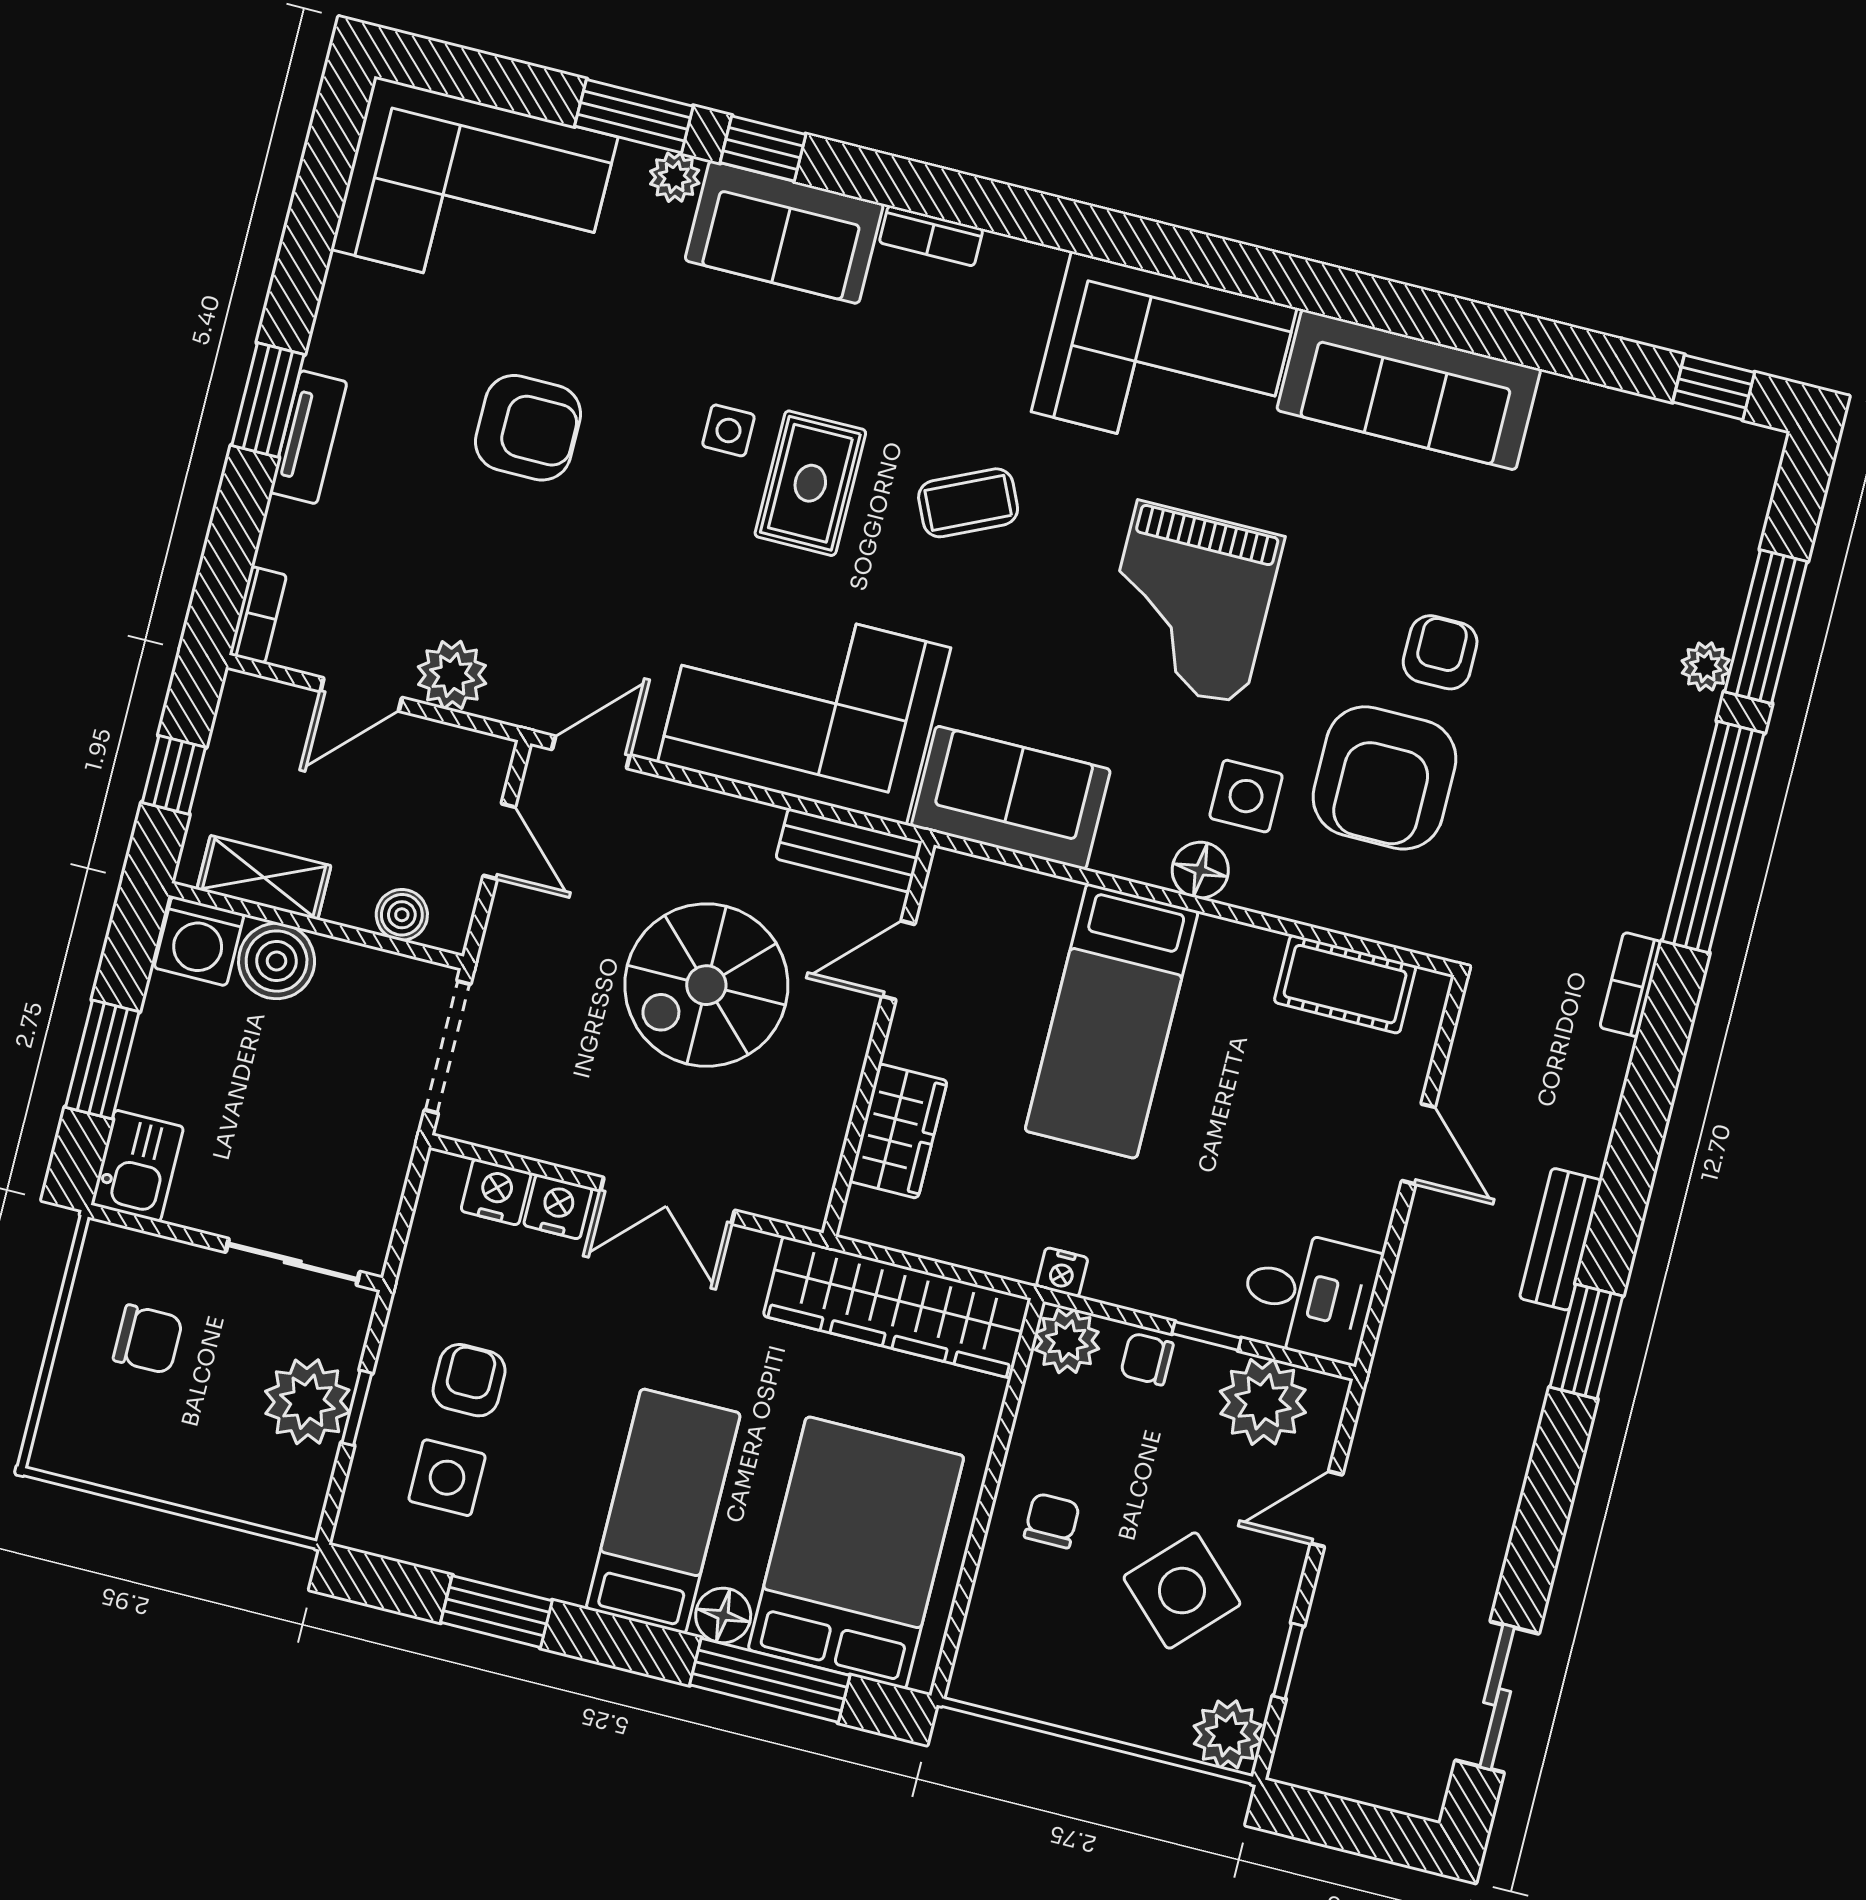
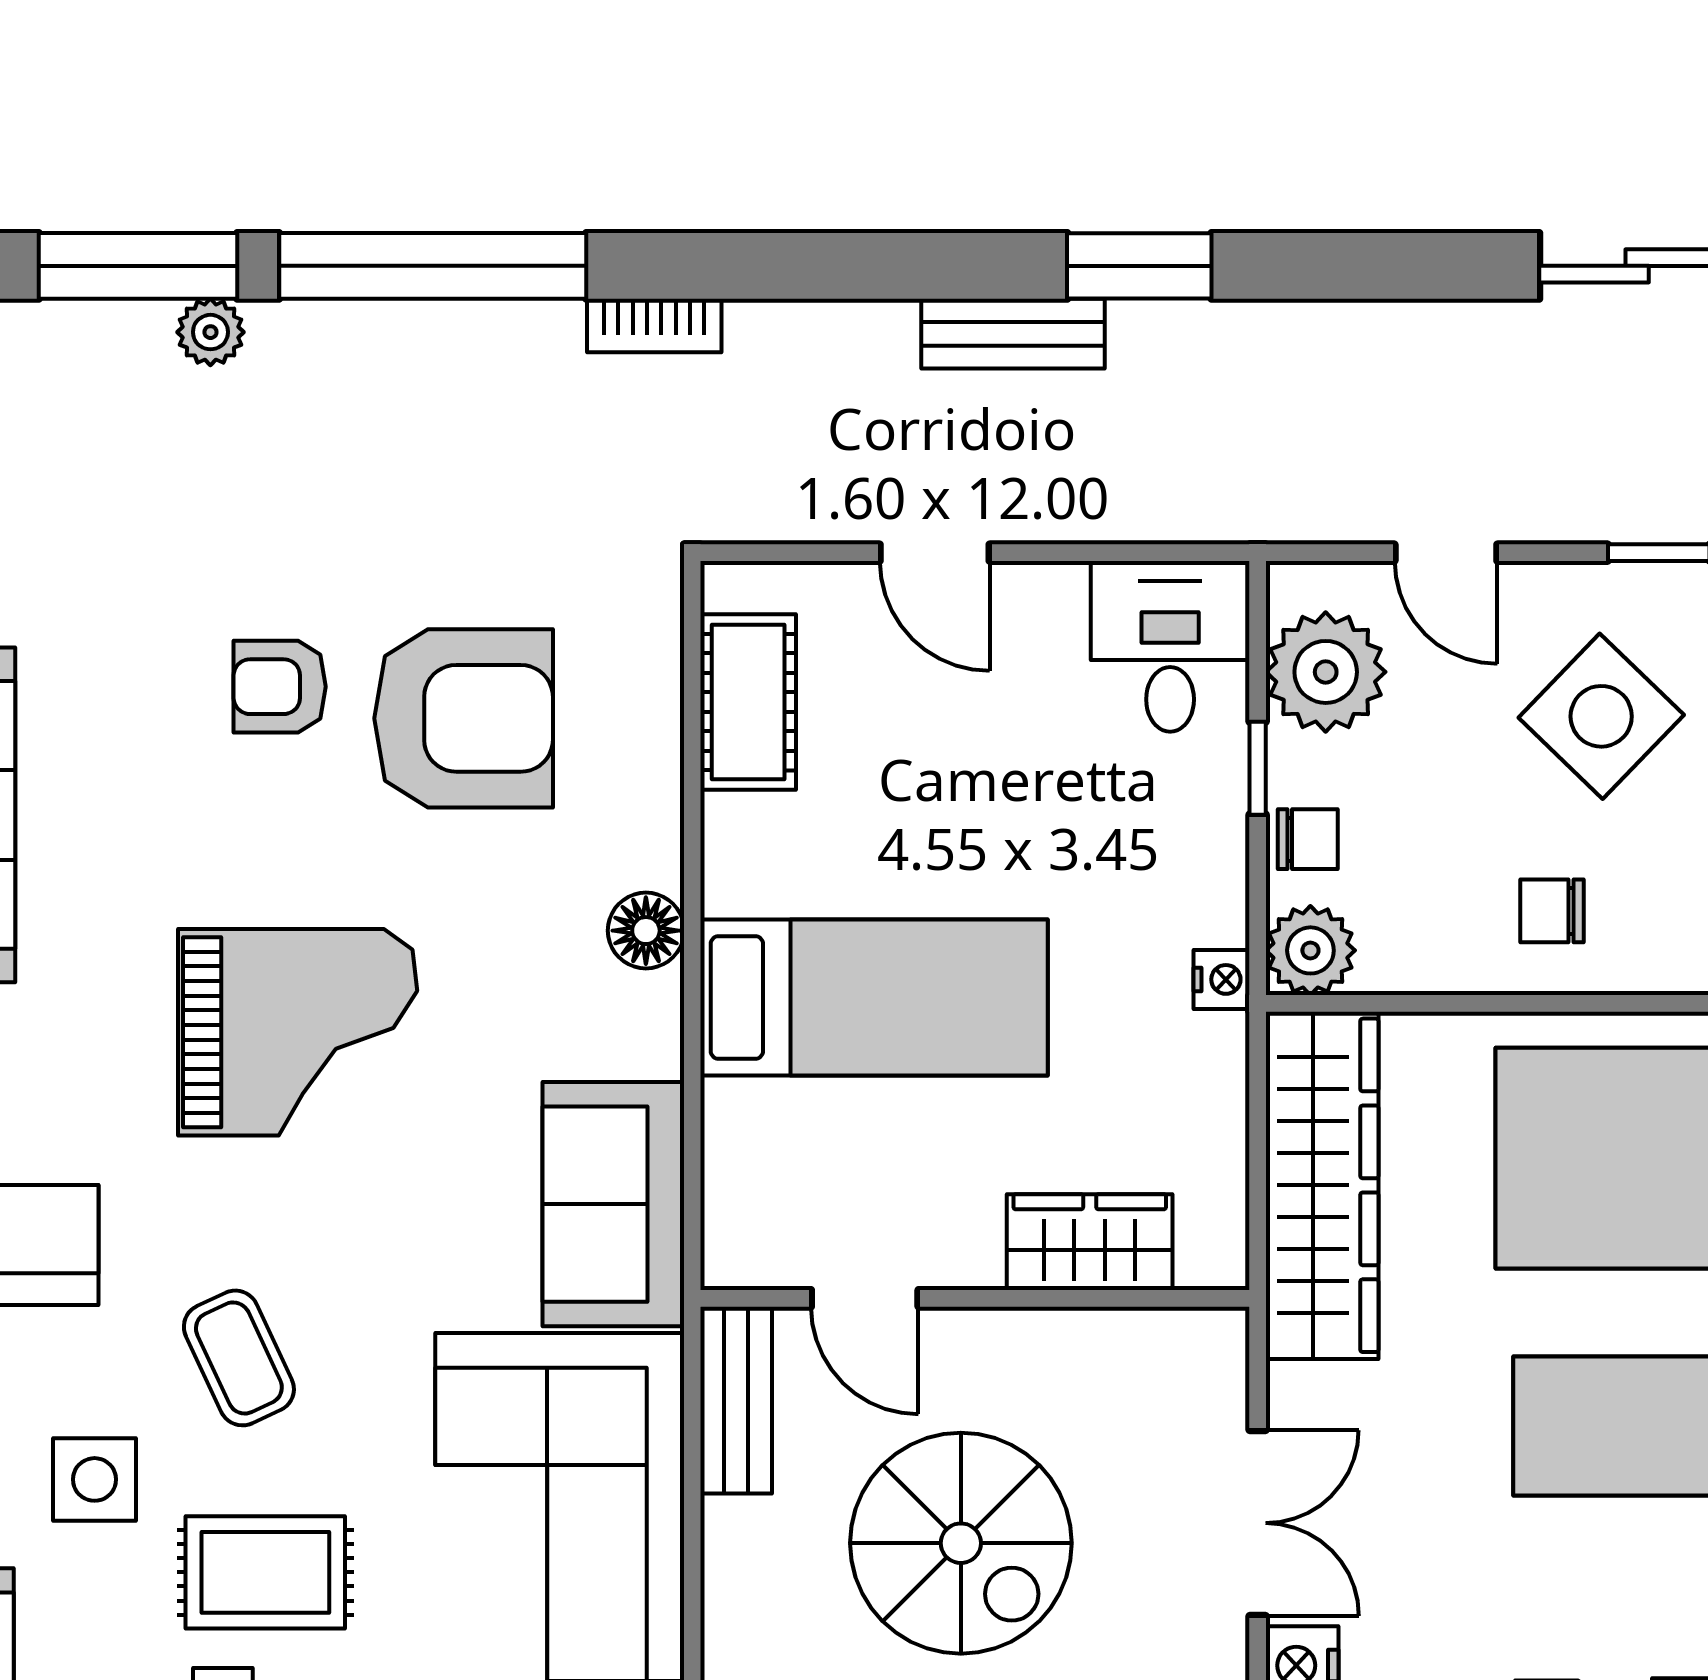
side table: (1246, 796) -> (95, 1479), moved
door: (1418, 1144) -> (935, 553), swing flipped
chair: (1147, 1359) -> (1308, 839), turned -90

